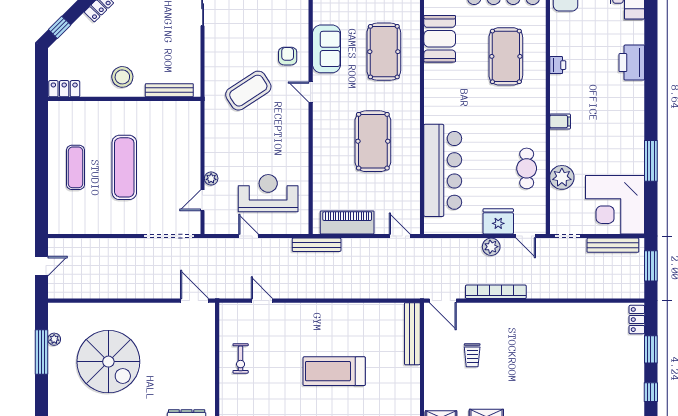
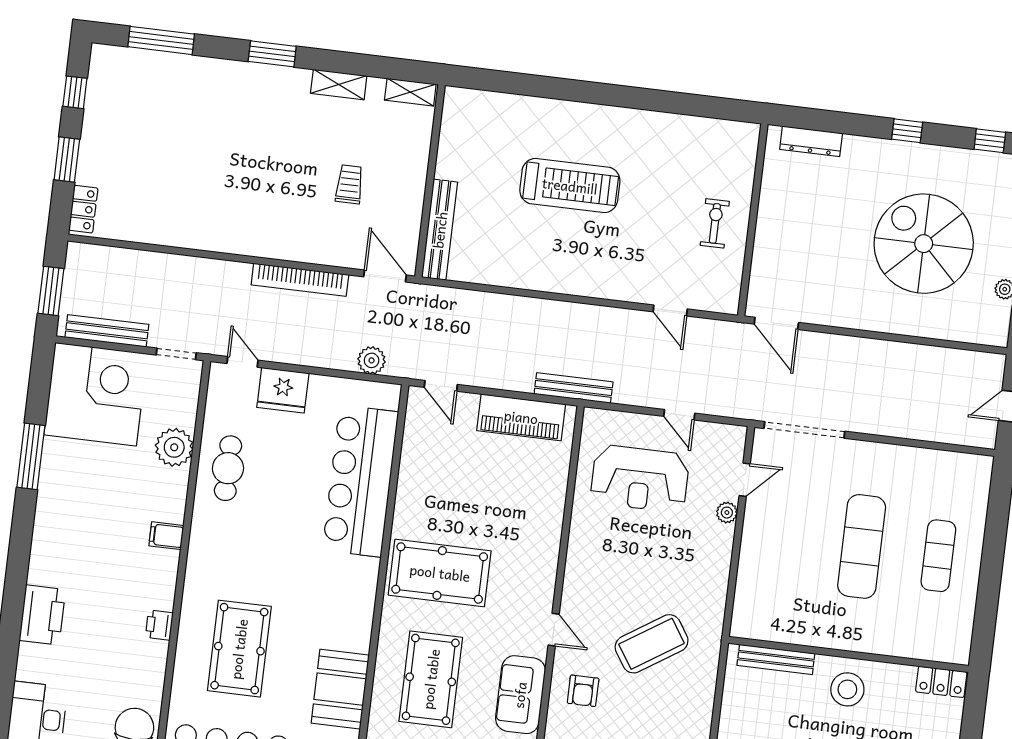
pool table: (373, 141) -> (440, 573), moved, turned 90
plant: (491, 247) -> (372, 360), moved

